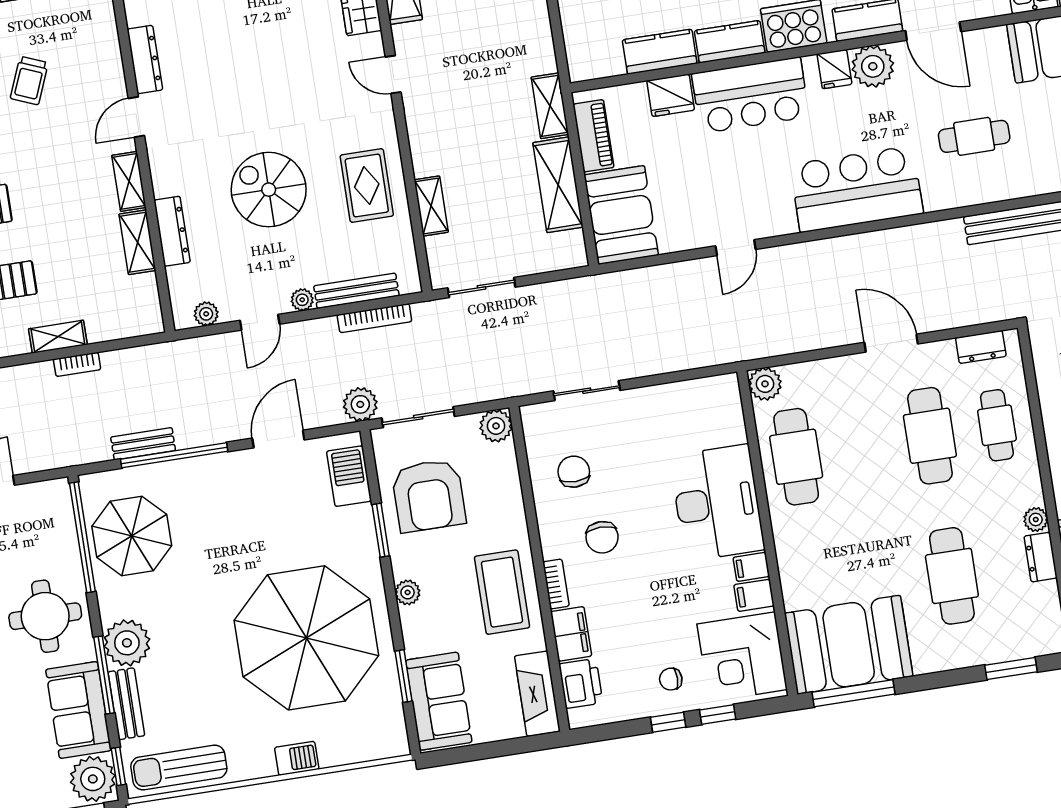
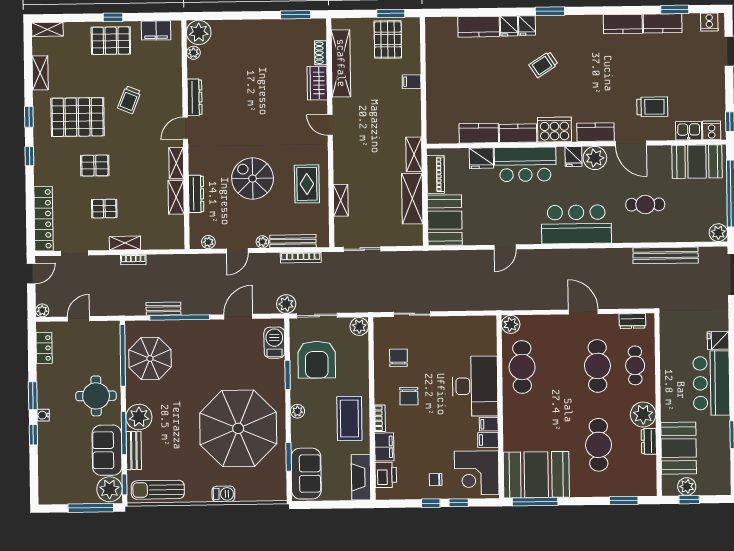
plant: (1036, 519) -> (643, 415), width x1.88, depth x1.88

